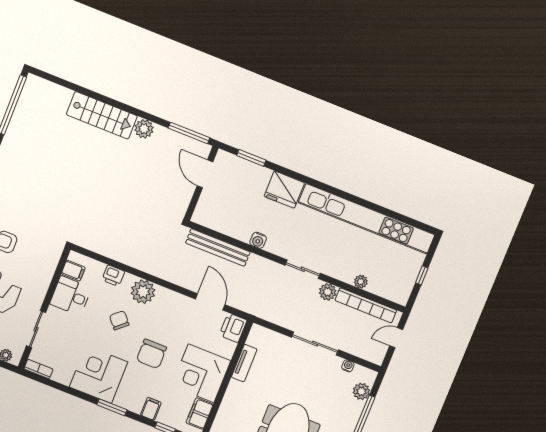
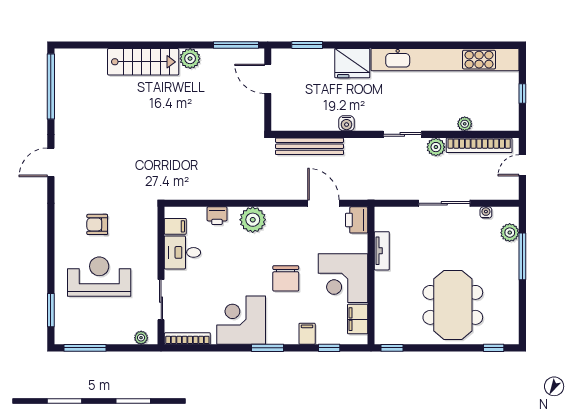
chair: (119, 320) -> (240, 258), removed
bookcase: (38, 369) -> (187, 339), width x1.56

